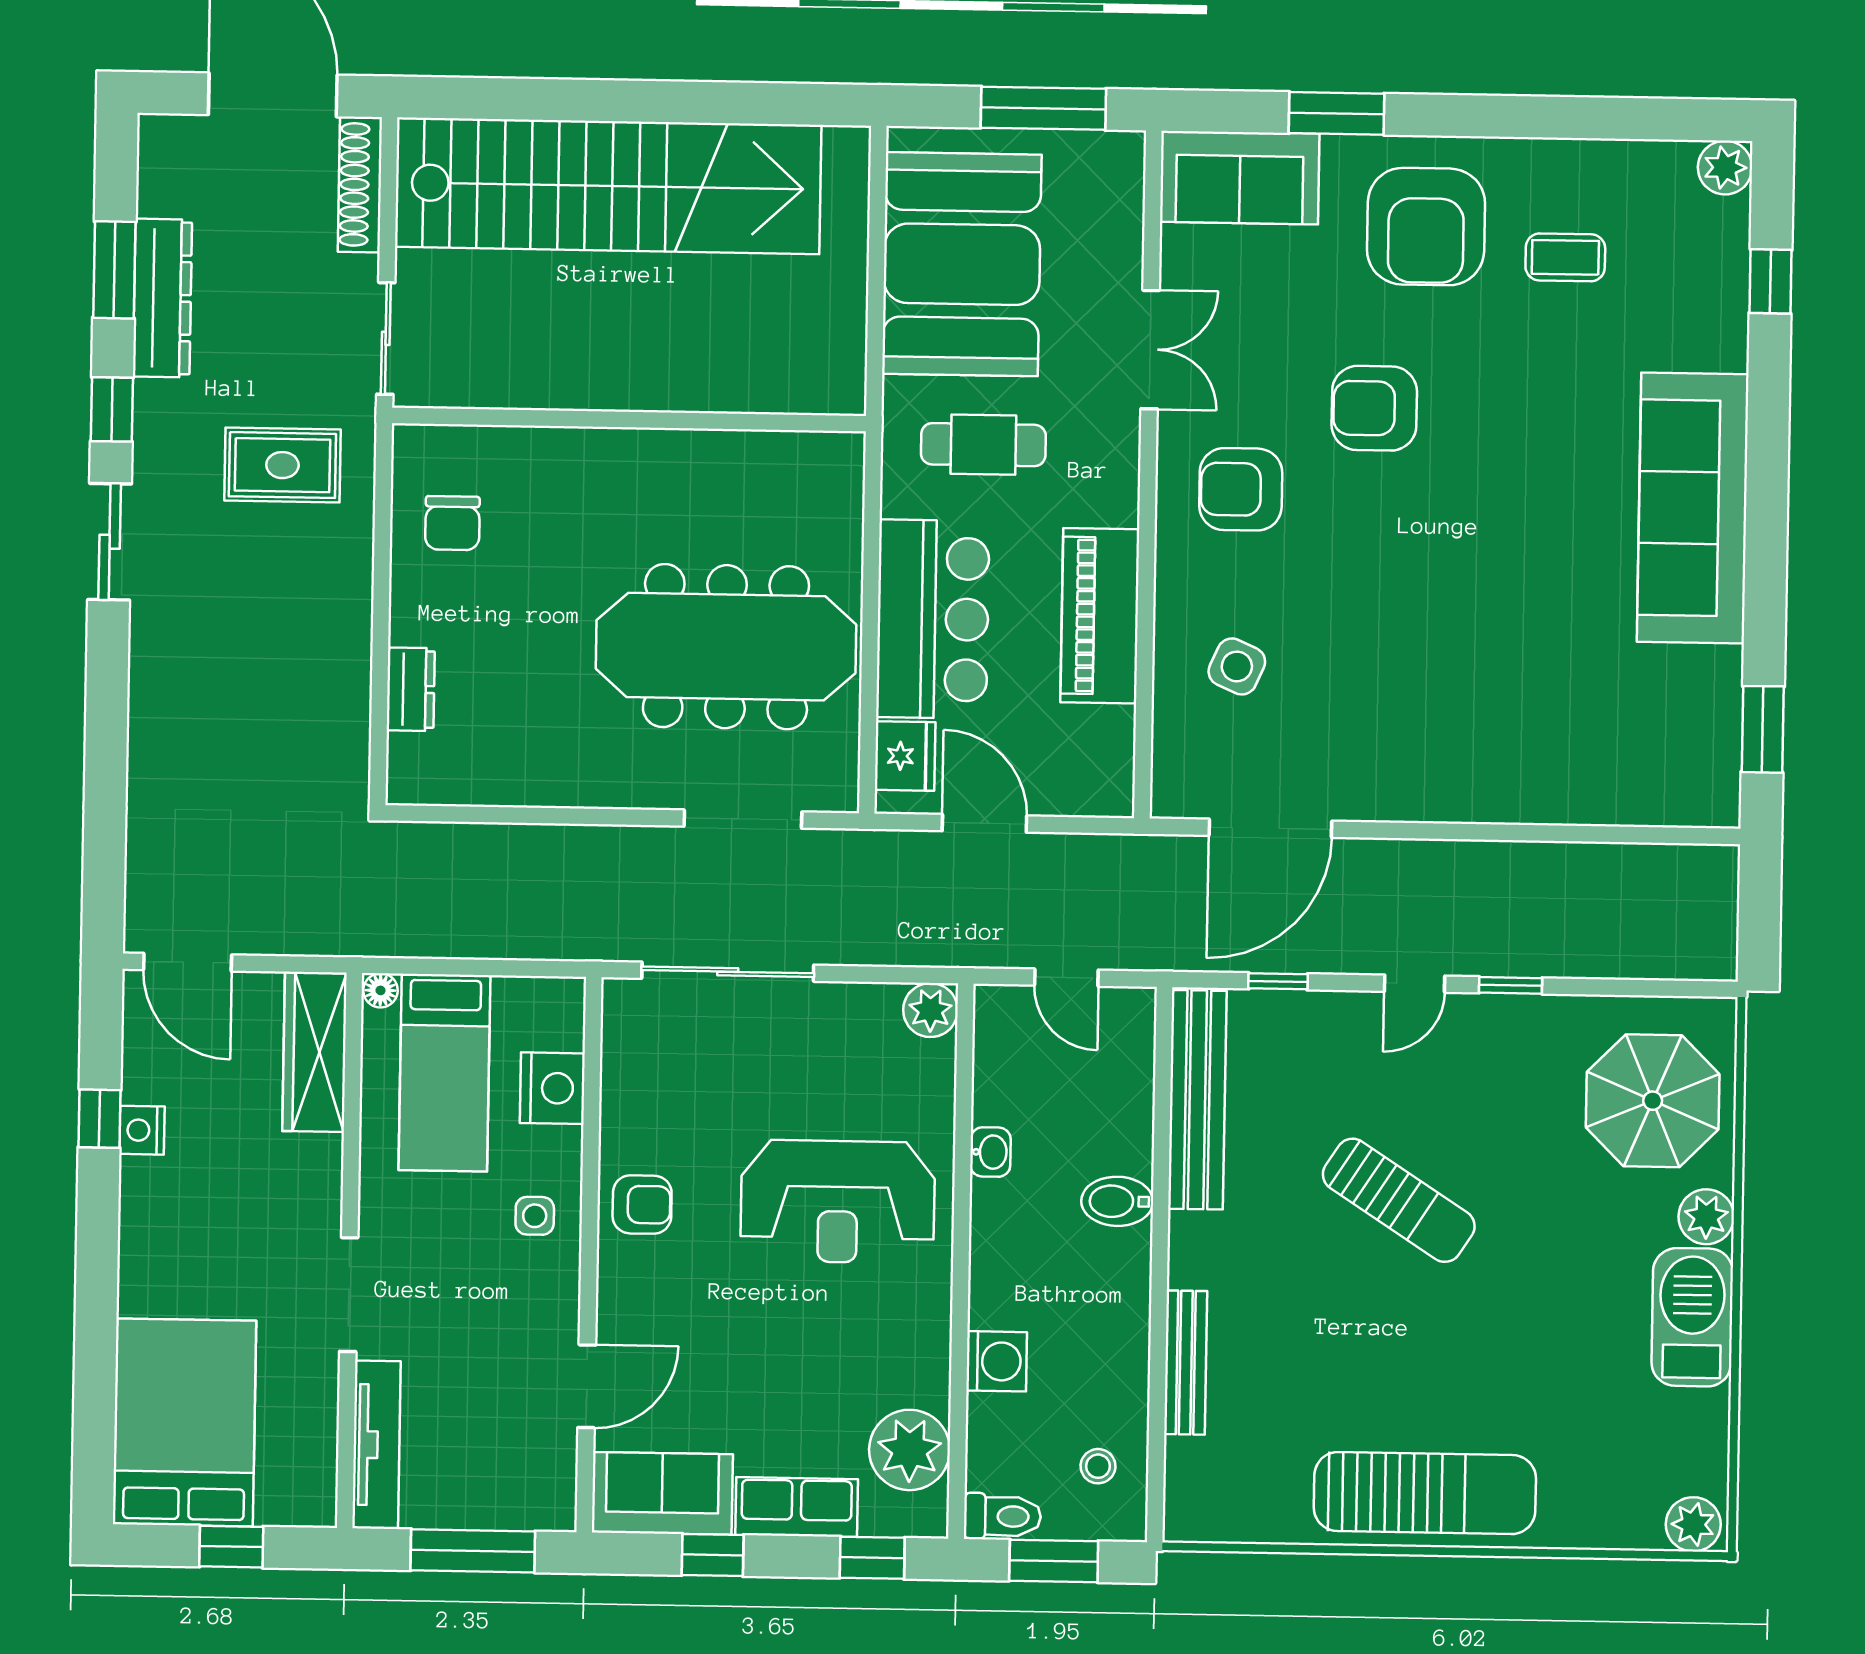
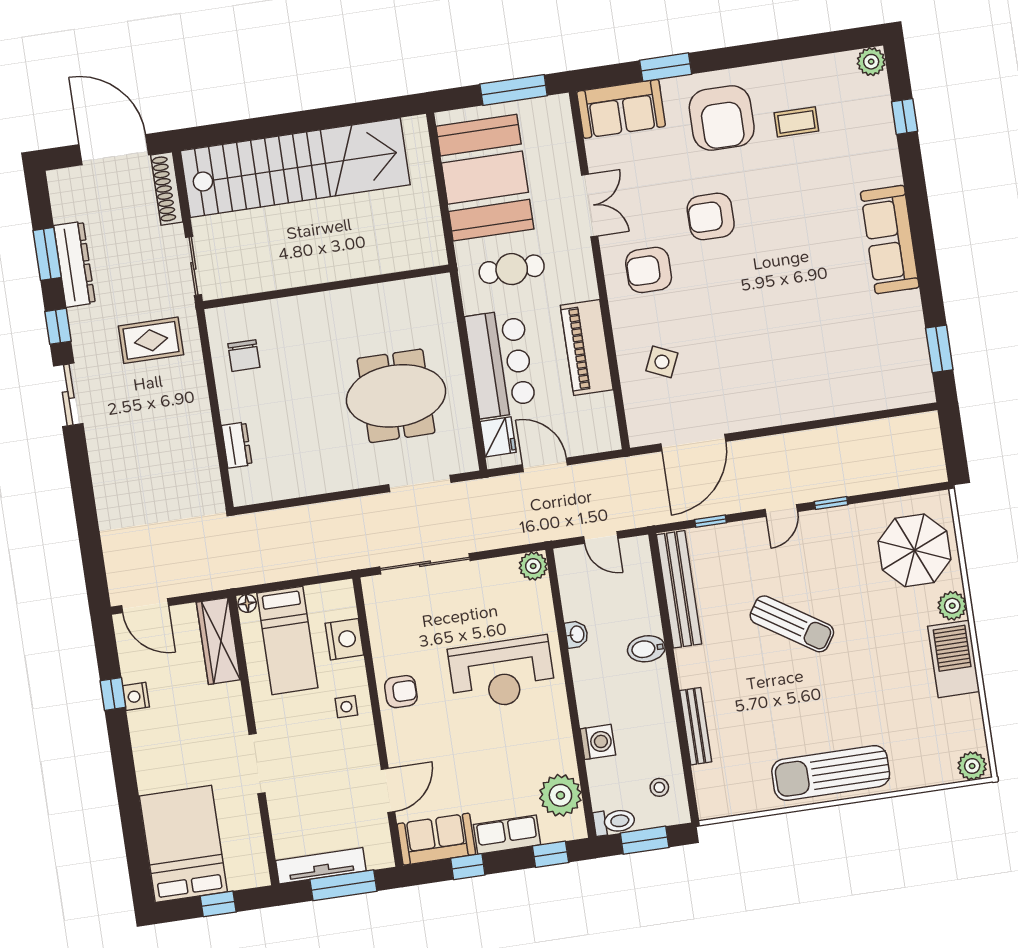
sofa: (1693, 508) -> (890, 240), width x0.74, depth x0.79
meeting table: (726, 647) -> (396, 396), width x0.73
tv unit: (376, 1445) -> (321, 866), moved, turned -90
sun lounger: (1425, 1493) -> (831, 773), turned 180

